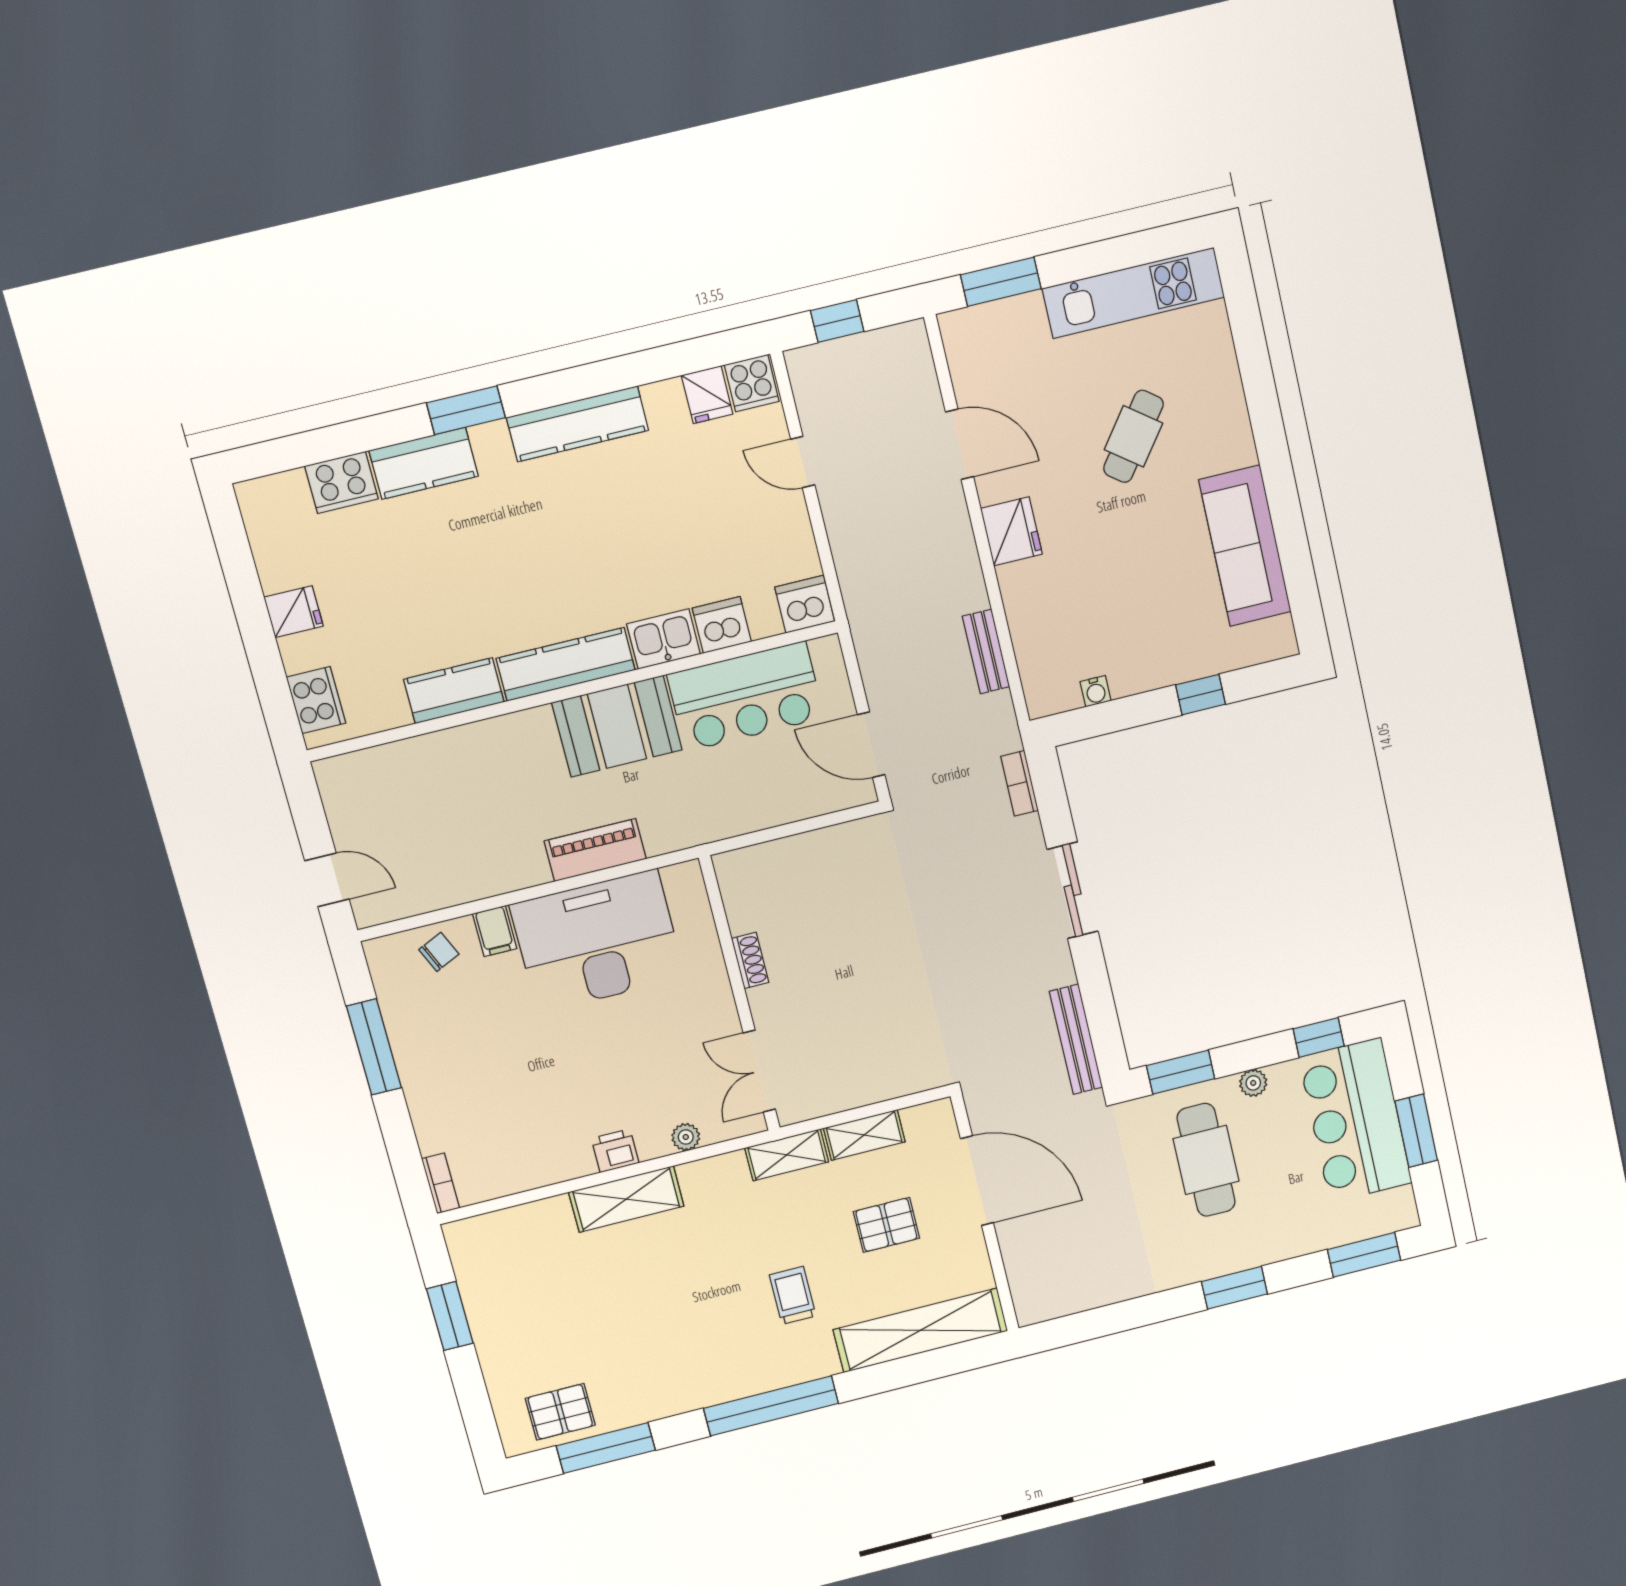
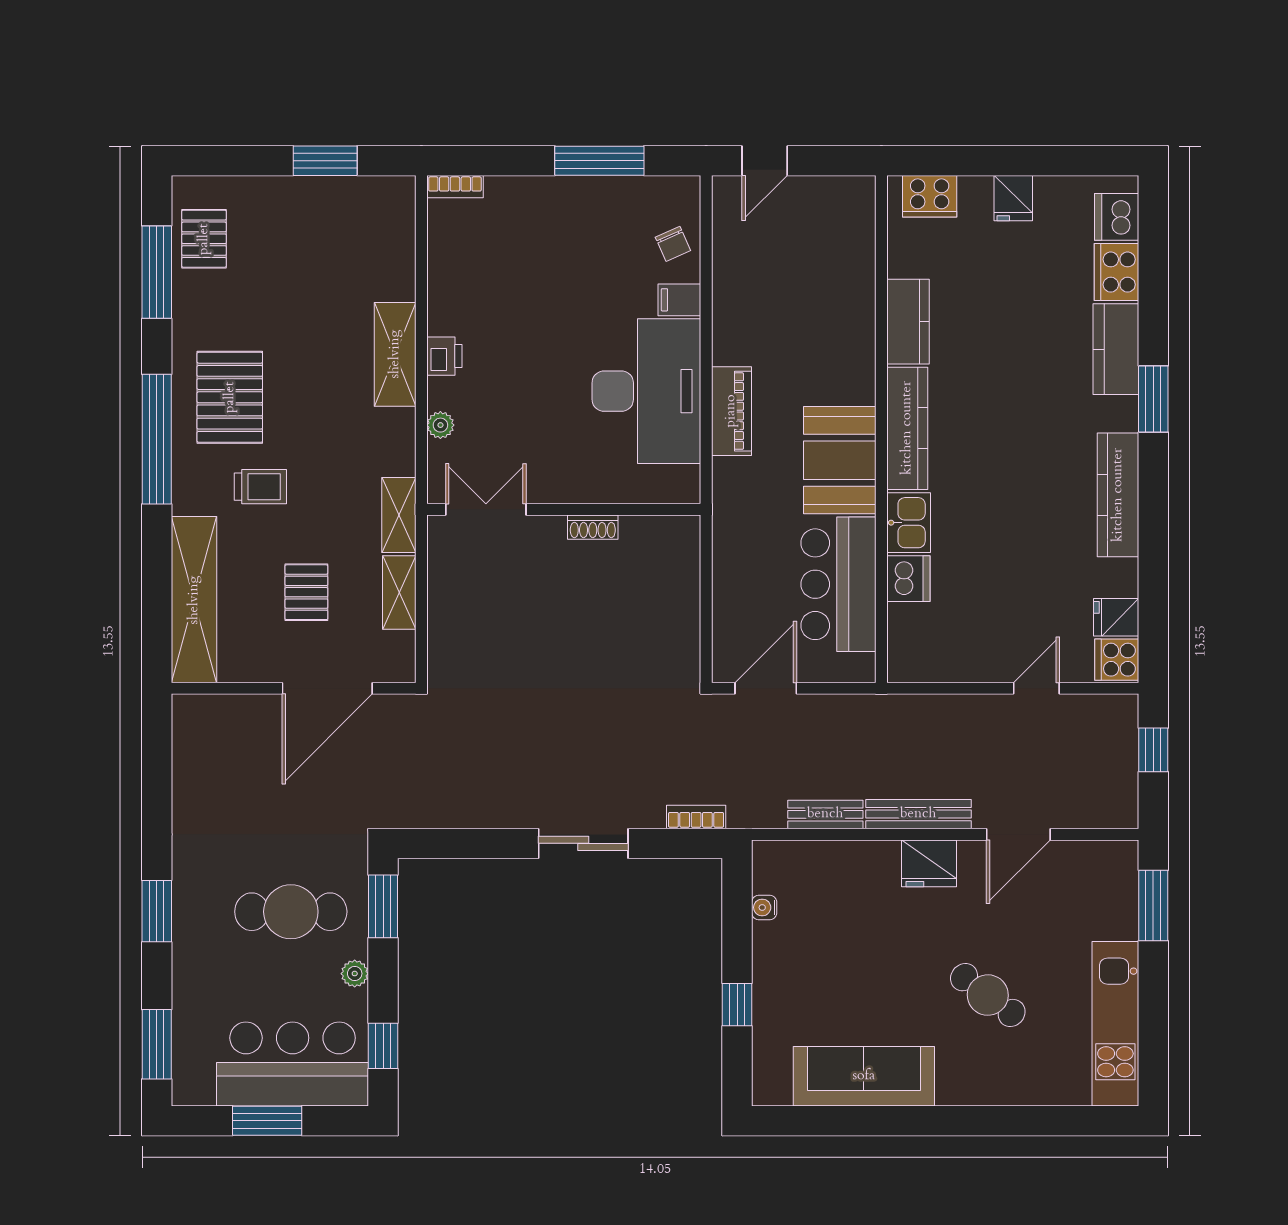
dishwasher: (805, 604) -> (1117, 217), moved, turned 180
bench: (1076, 1039) -> (918, 814), moved
pallet: (711, 1347) -> (230, 397), added

